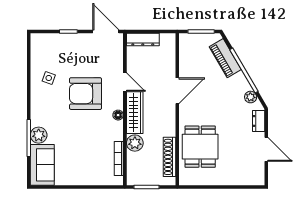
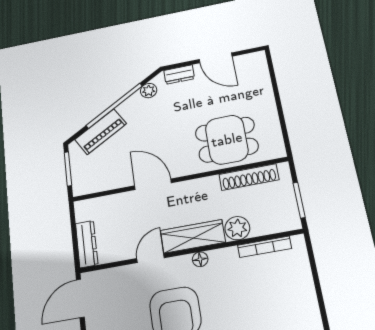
door: (266, 149) -> (216, 58), swing flipped

